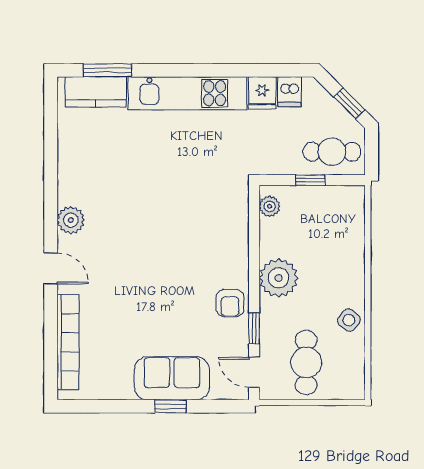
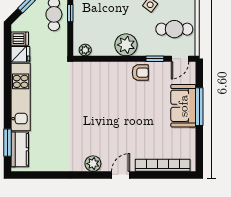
window: (310, 180) -> (70, 13), moved
window: (170, 406) -> (199, 107), width x2.17

